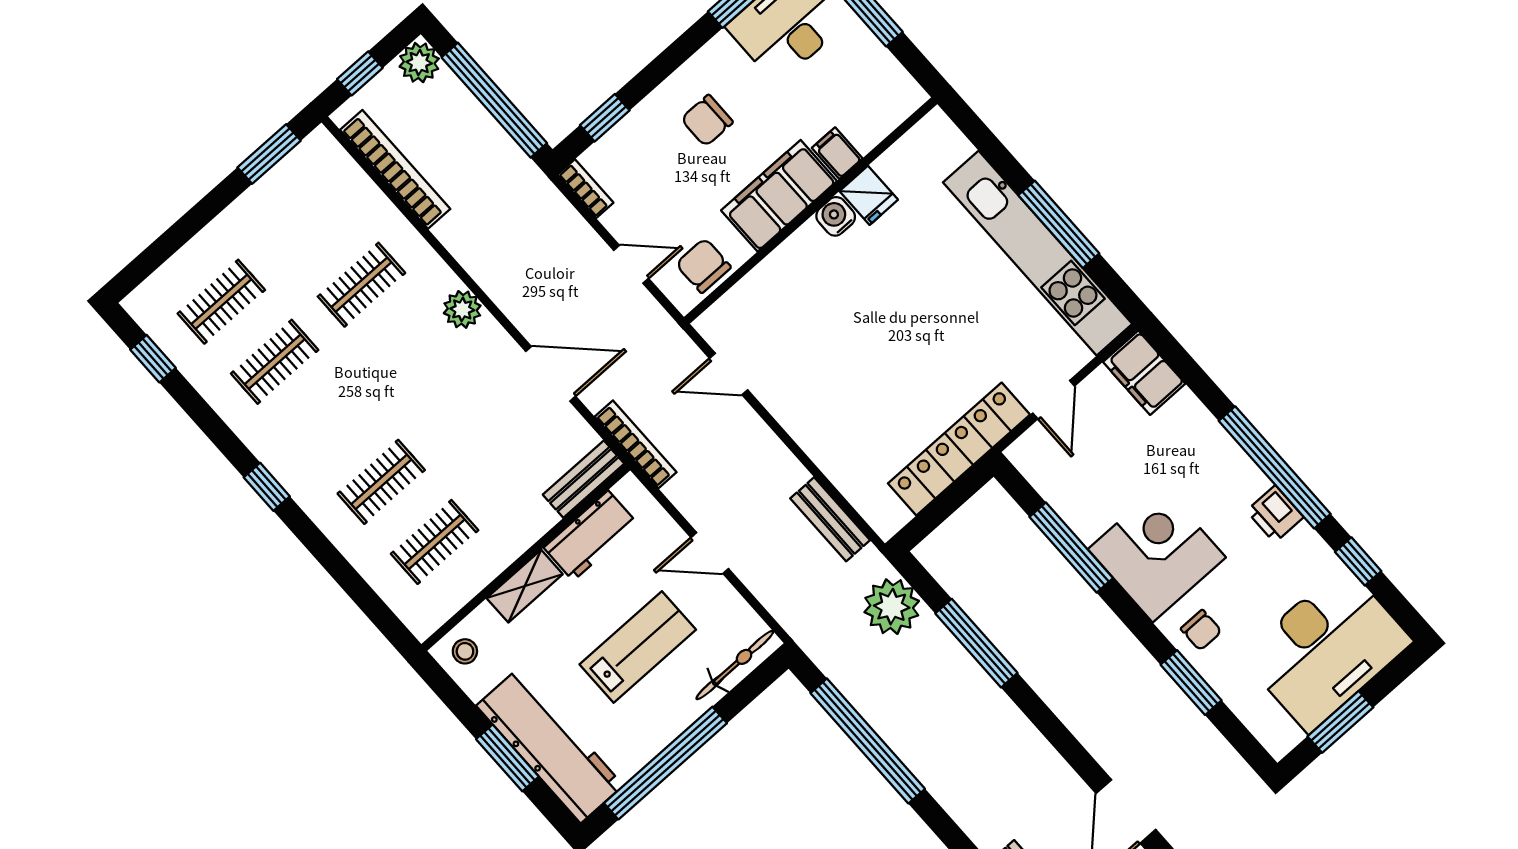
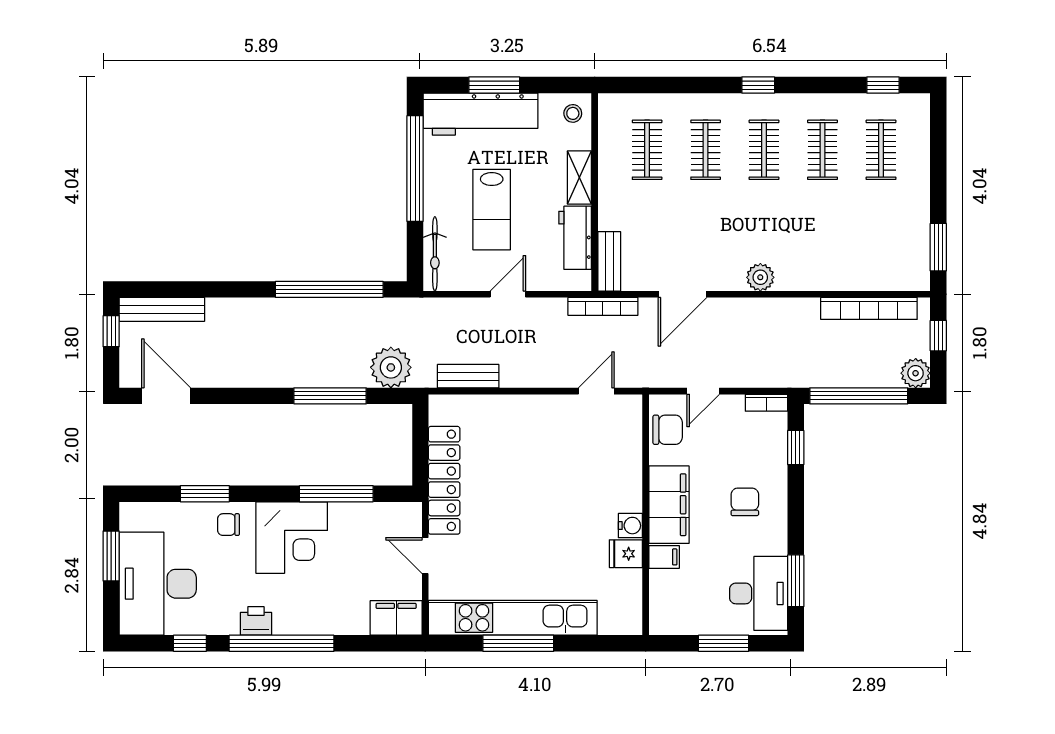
clothes rail: (361, 285) -> (764, 150), moved

